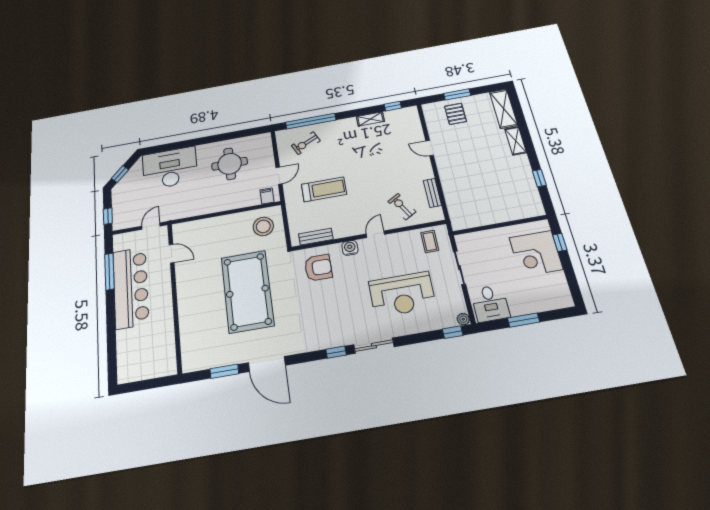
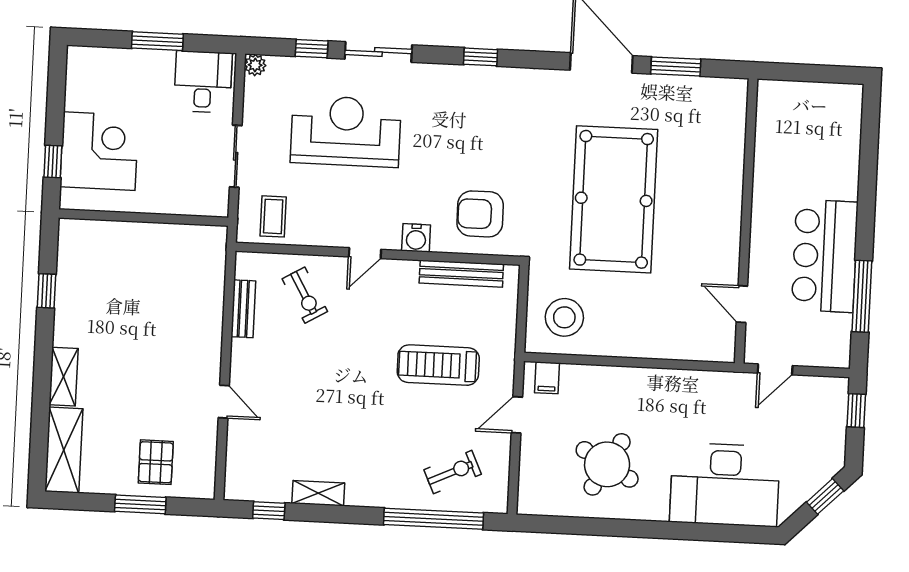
round table: (230, 164) -> (607, 464), turned 30
bench: (316, 237) -> (461, 274), width x1.36
bar counter: (131, 287) -> (825, 256), width x0.73
window: (453, 332) -> (312, 49), moved
sliding door: (374, 346) -> (378, 52), moved

